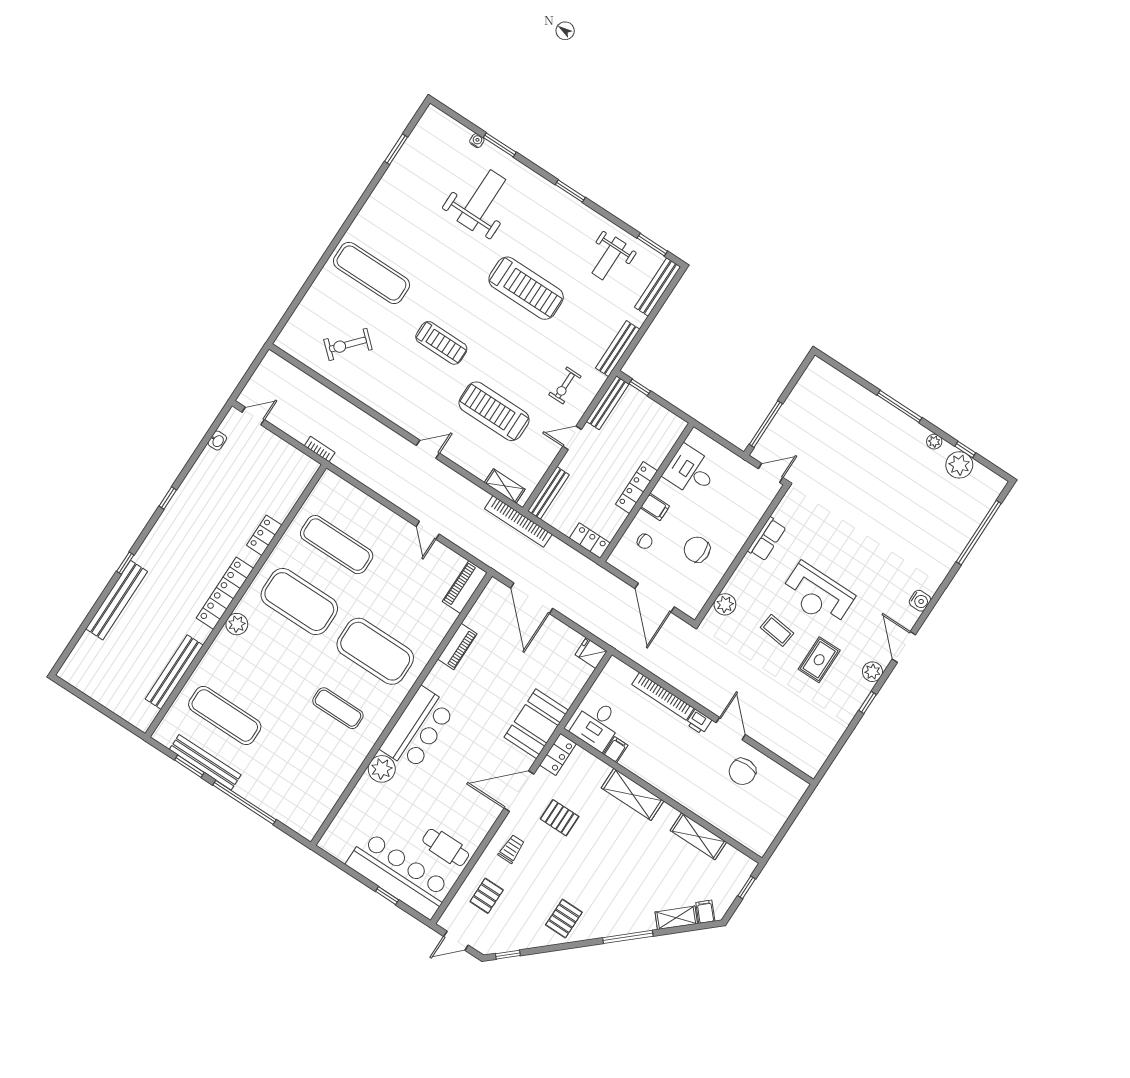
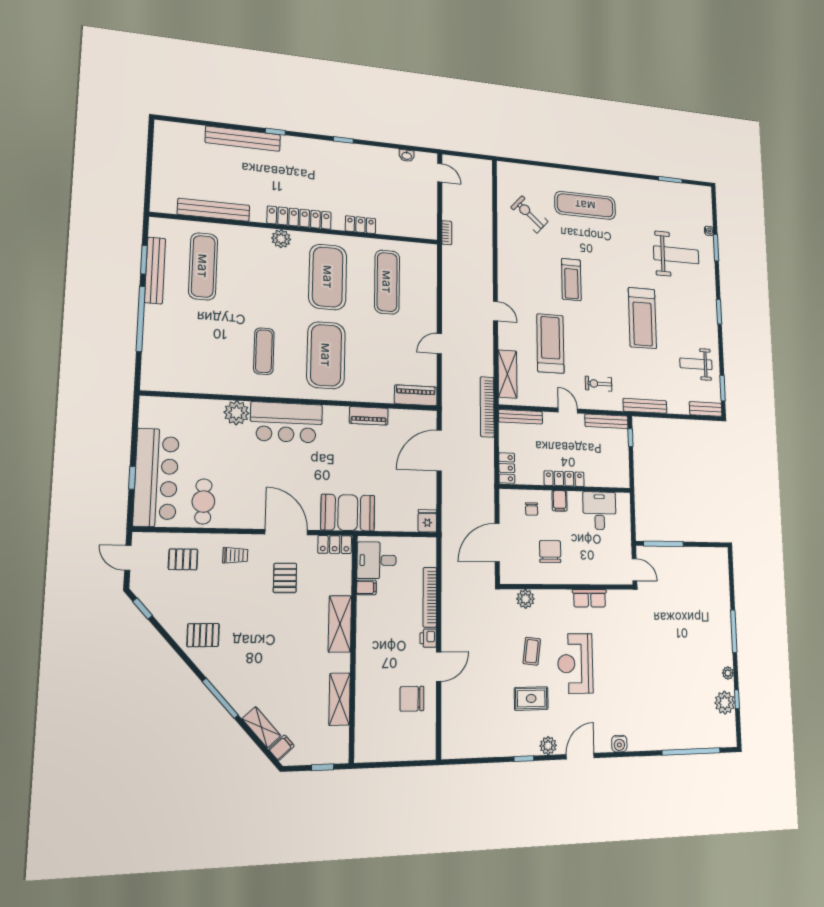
exercise mat: (371, 273) -> (585, 205), turned 90
bench: (658, 287) -> (706, 409), width x0.73
shelving: (505, 486) -> (508, 374), width x1.50, depth x1.33

